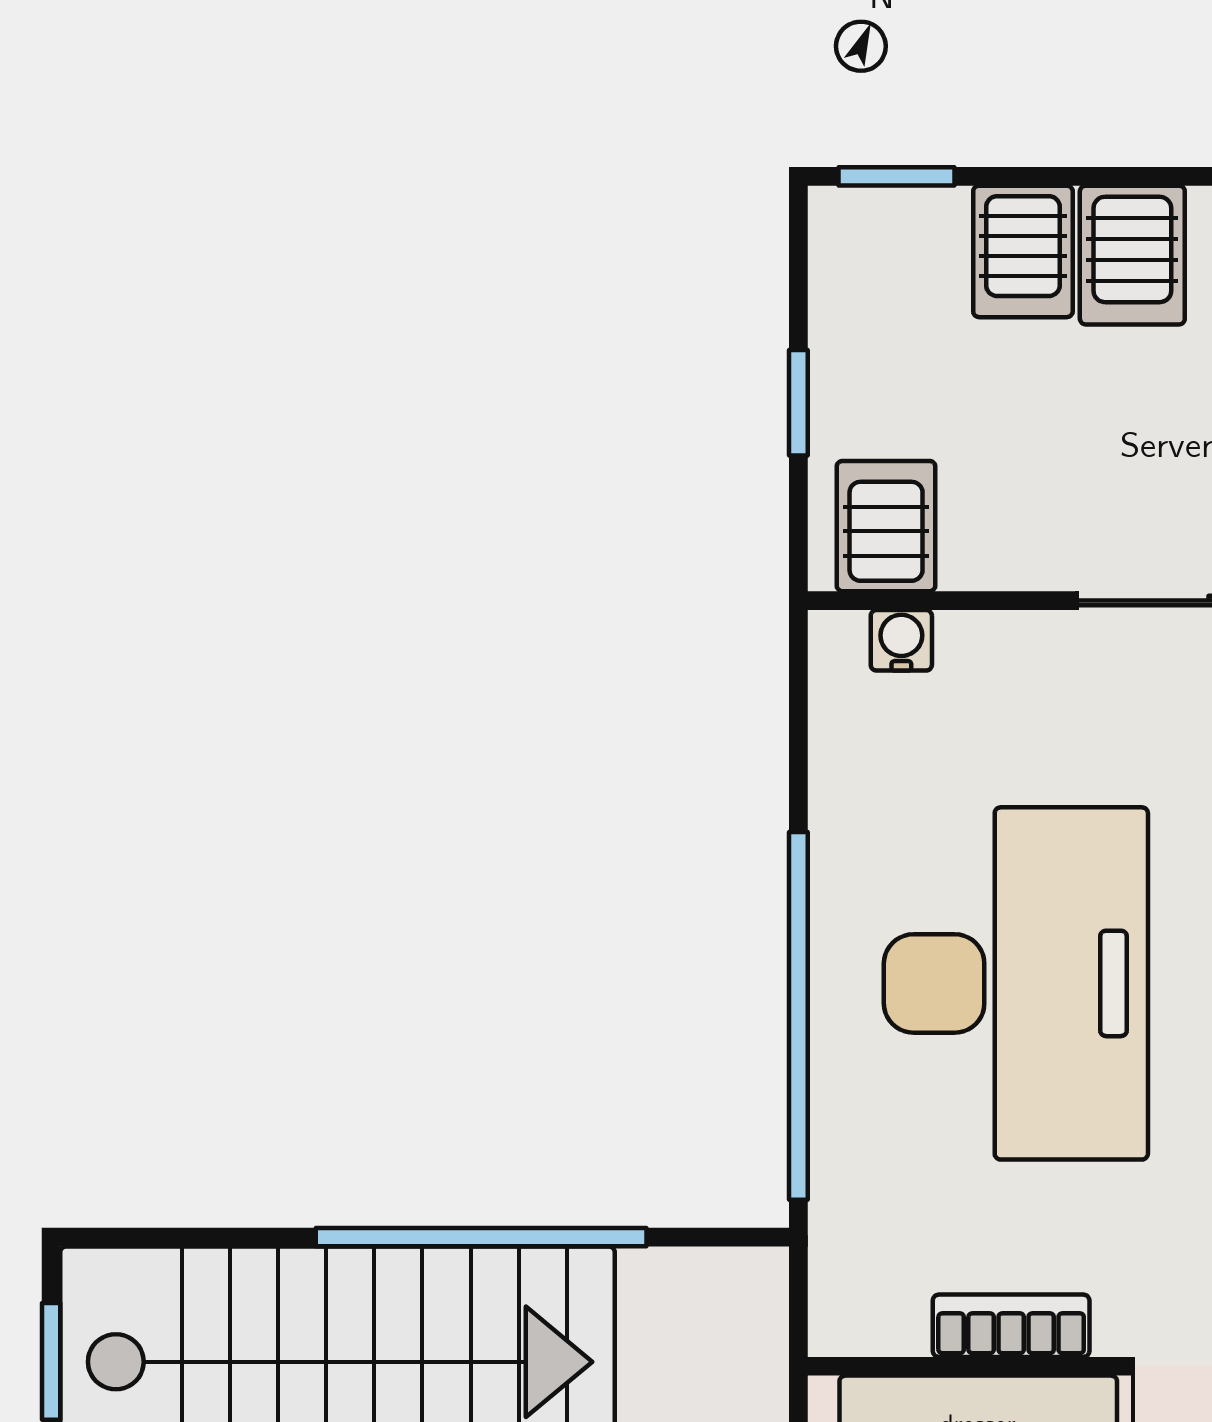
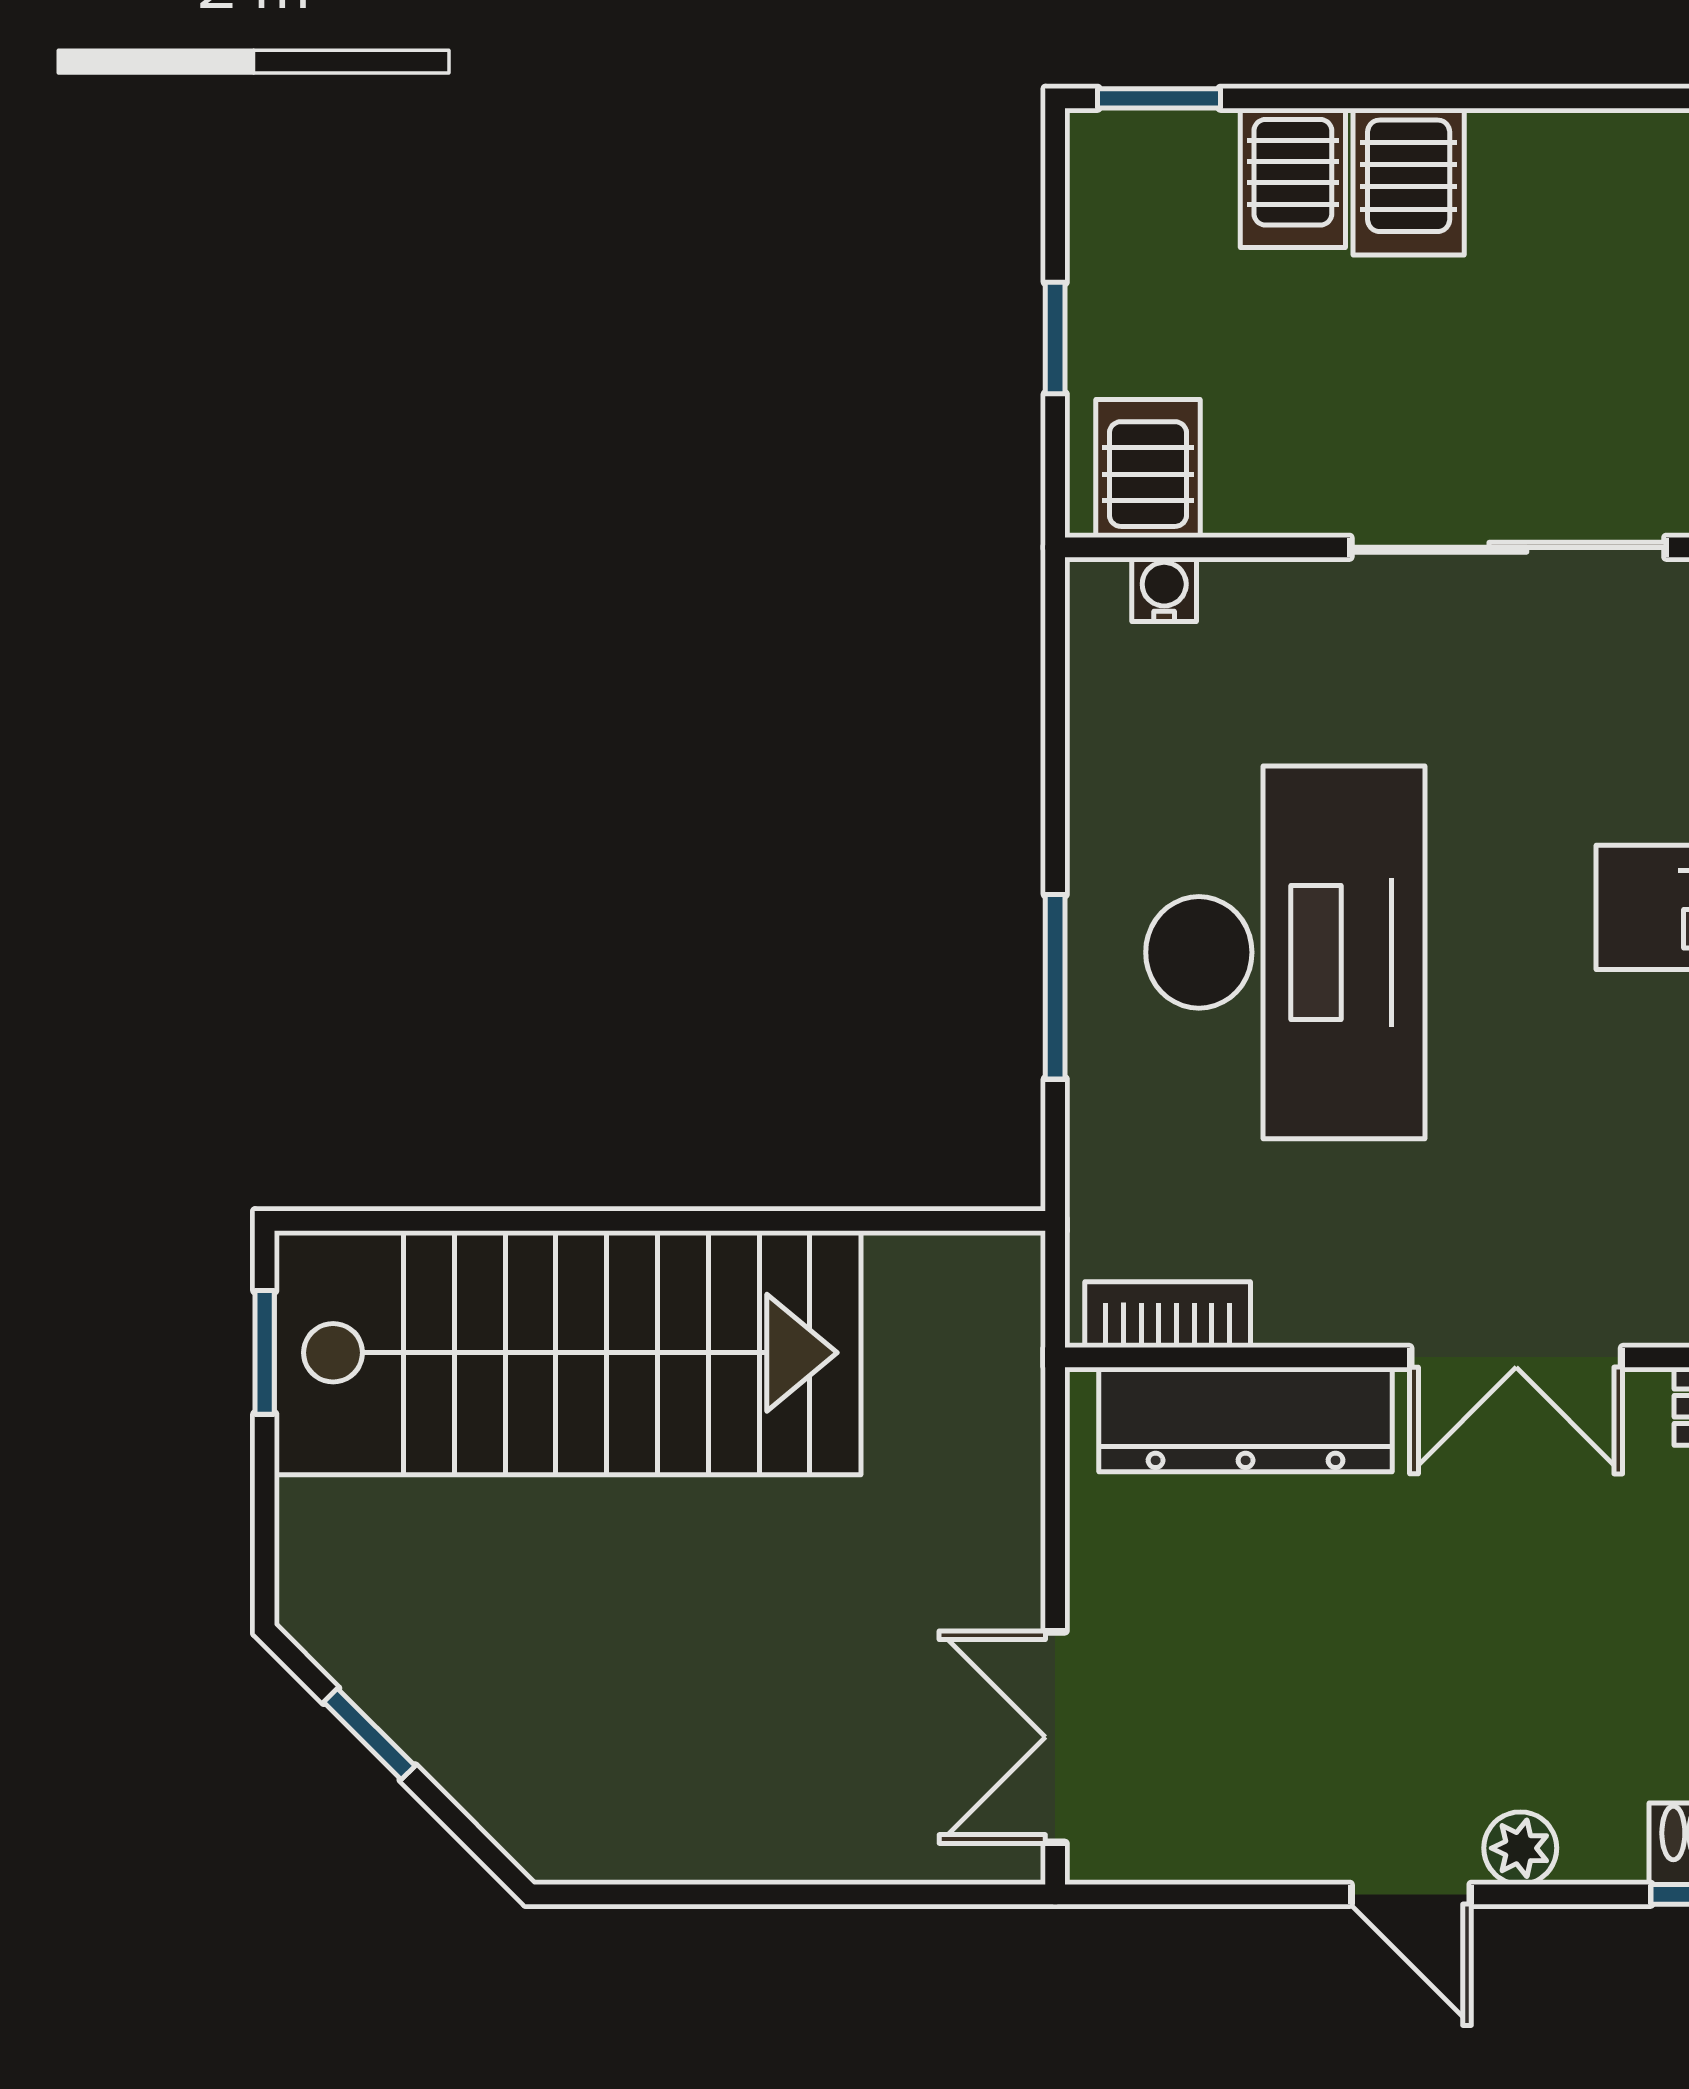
window: (798, 1016) -> (1055, 987), width x0.47
window: (481, 1237) -> (720, 1221), removed
bookcase: (1011, 1326) -> (1168, 1315), moved

